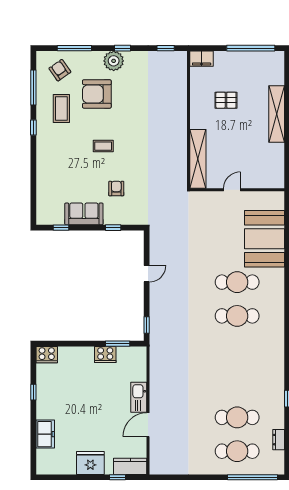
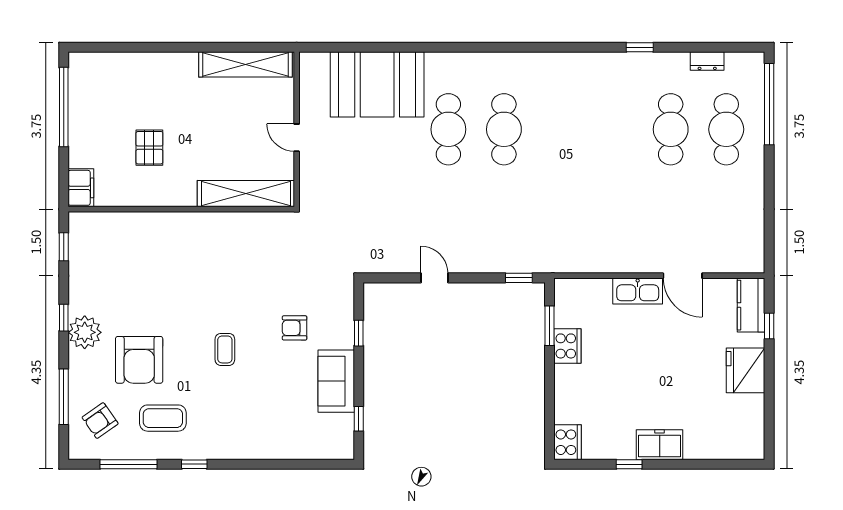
shelving: (277, 114) -> (245, 64), moved
freezer: (45, 434) -> (660, 445), moved

